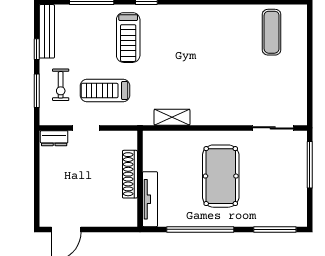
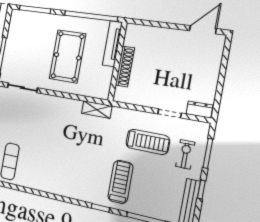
shoe rack: (130, 174) -> (125, 66), moved
wall: (140, 179) -> (117, 62), moved
tv unit: (150, 199) -> (112, 44), moved

